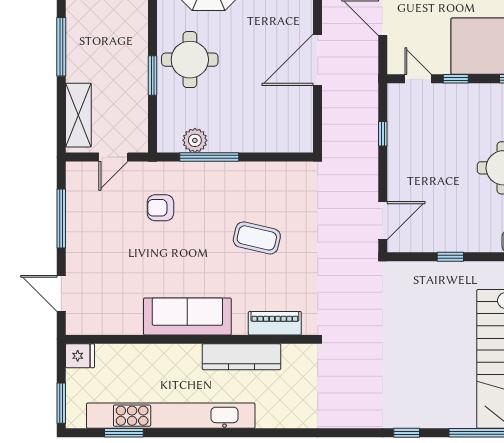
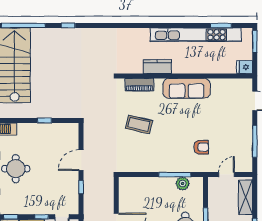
door: (383, 221) -> (81, 160), moved
coffee table: (257, 238) -> (139, 124), moved
kitchen counter: (242, 357) -> (157, 67), width x0.67

